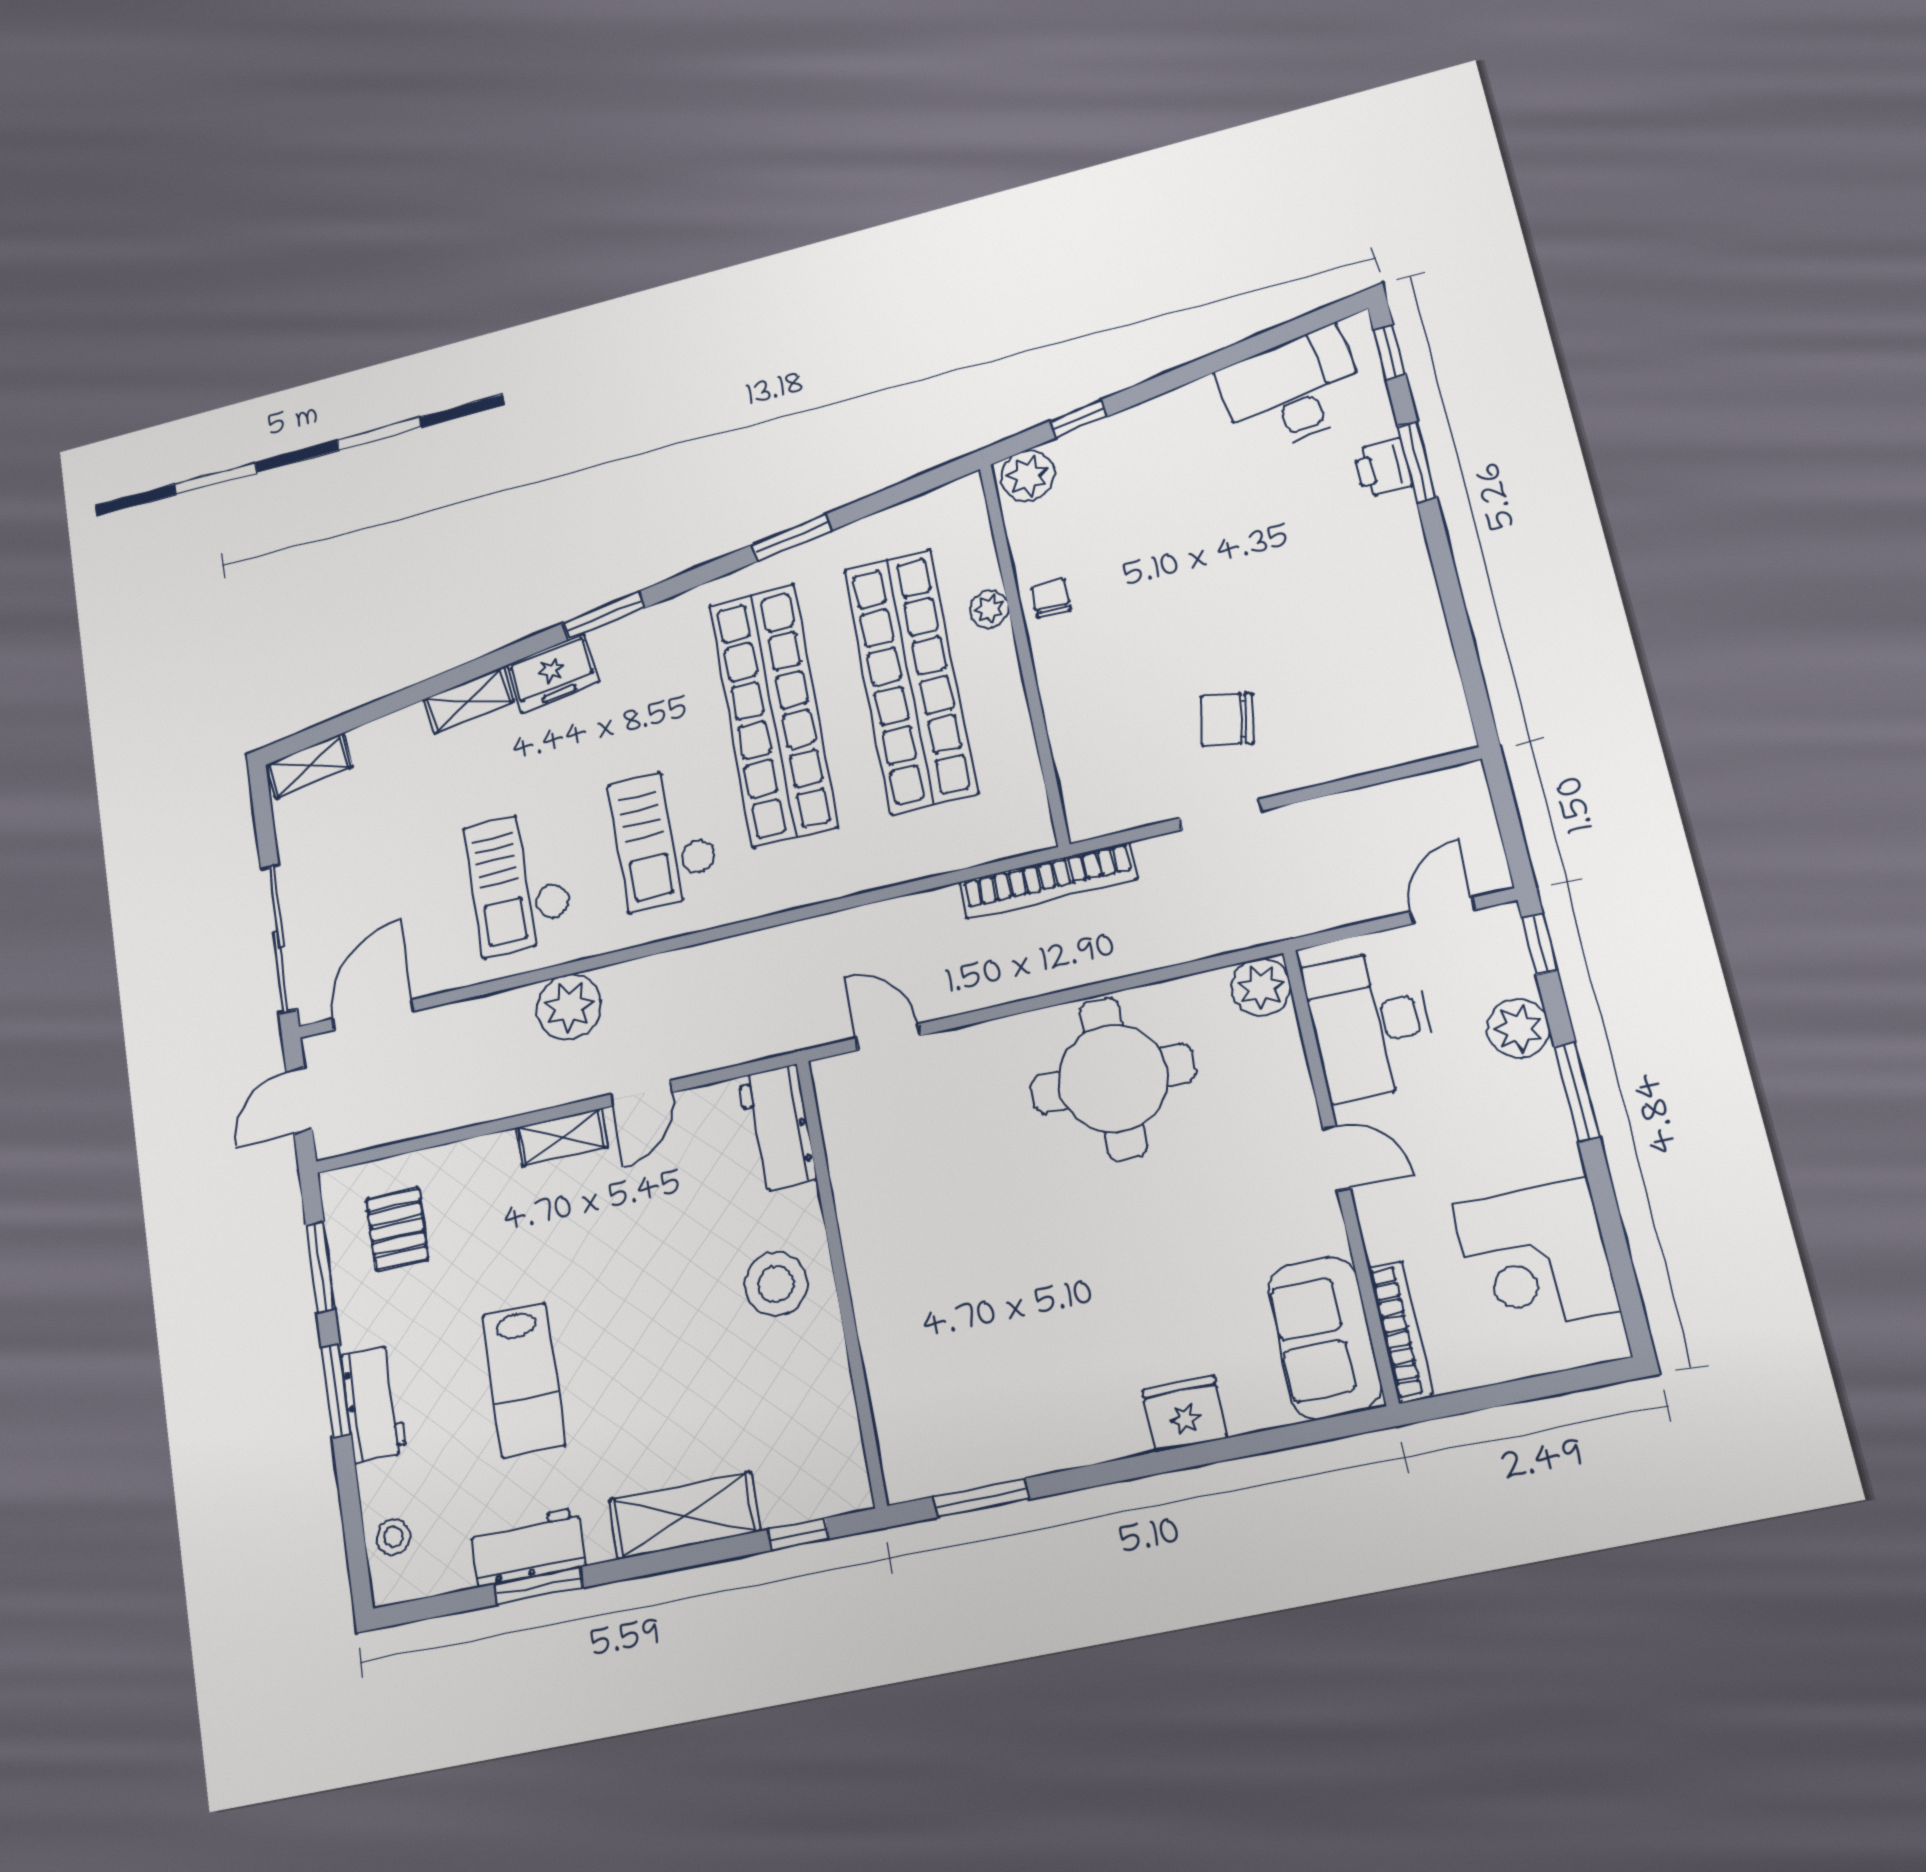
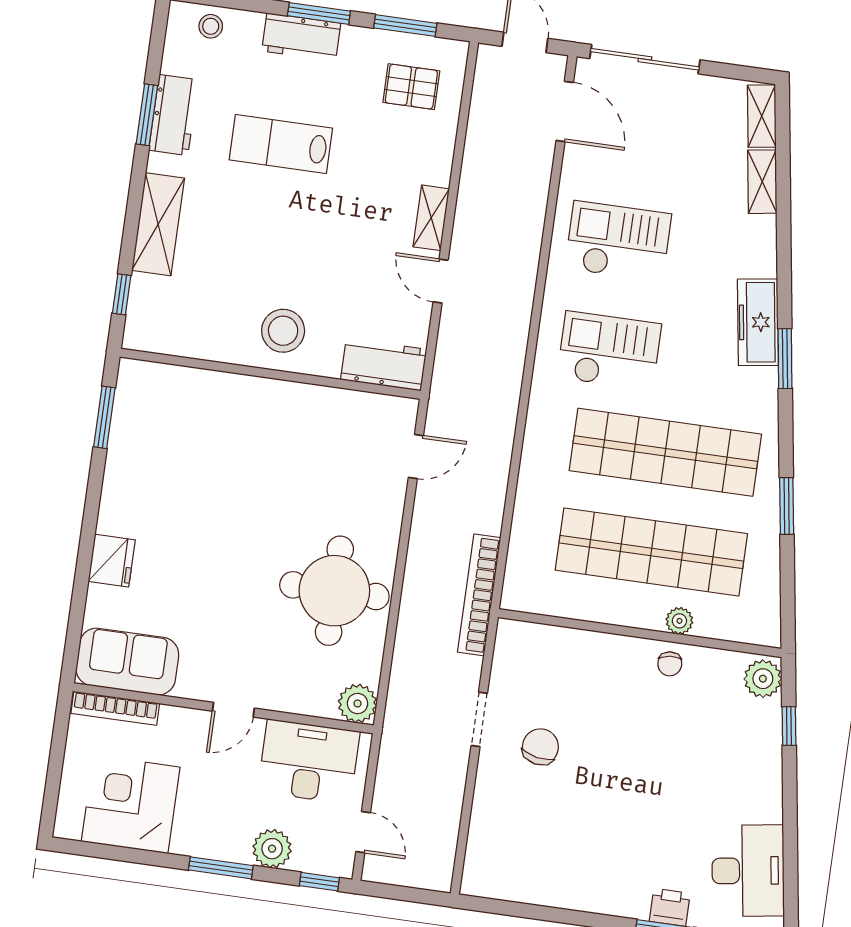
chair: (1051, 599) -> (670, 664), turned 84
freezer: (553, 673) -> (758, 322), width x1.40
shelving: (469, 700) -> (762, 182), moved
plant: (569, 1007) -> (518, 250), removed

